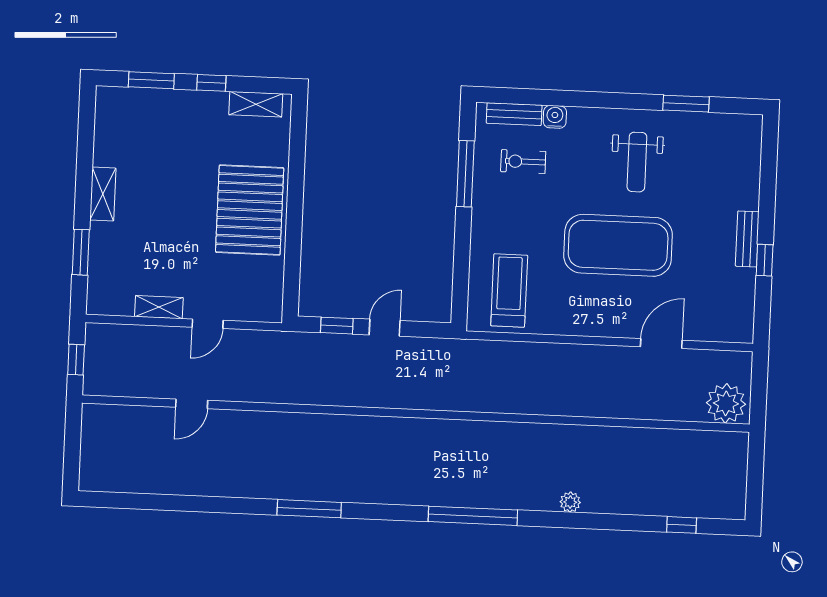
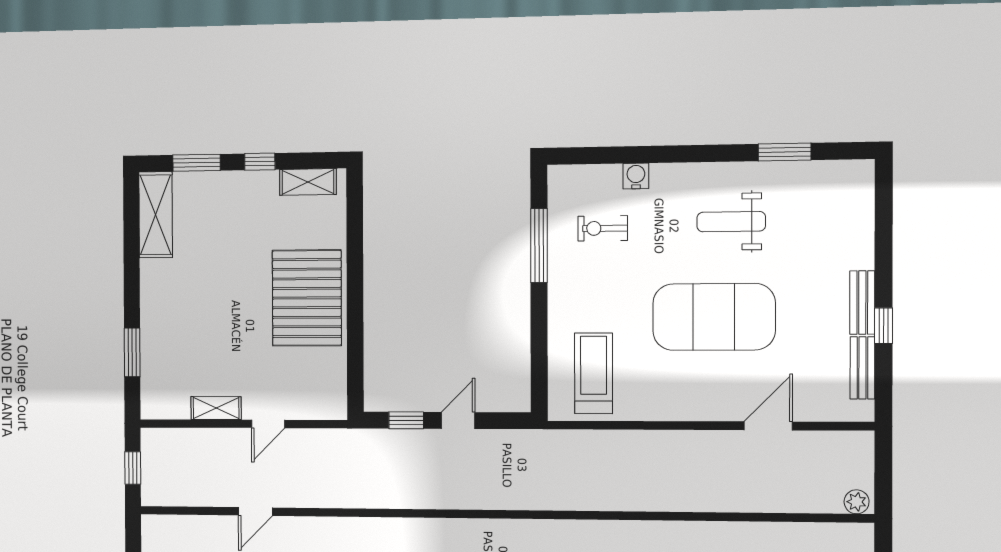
bench: (514, 114) -> (862, 368), moved, turned 90
weight bench: (637, 162) -> (731, 222), turned 90
shelving: (103, 194) -> (156, 215), moved, width x1.50, depth x1.33
plant: (726, 403) -> (857, 502), width x0.53, depth x0.53

